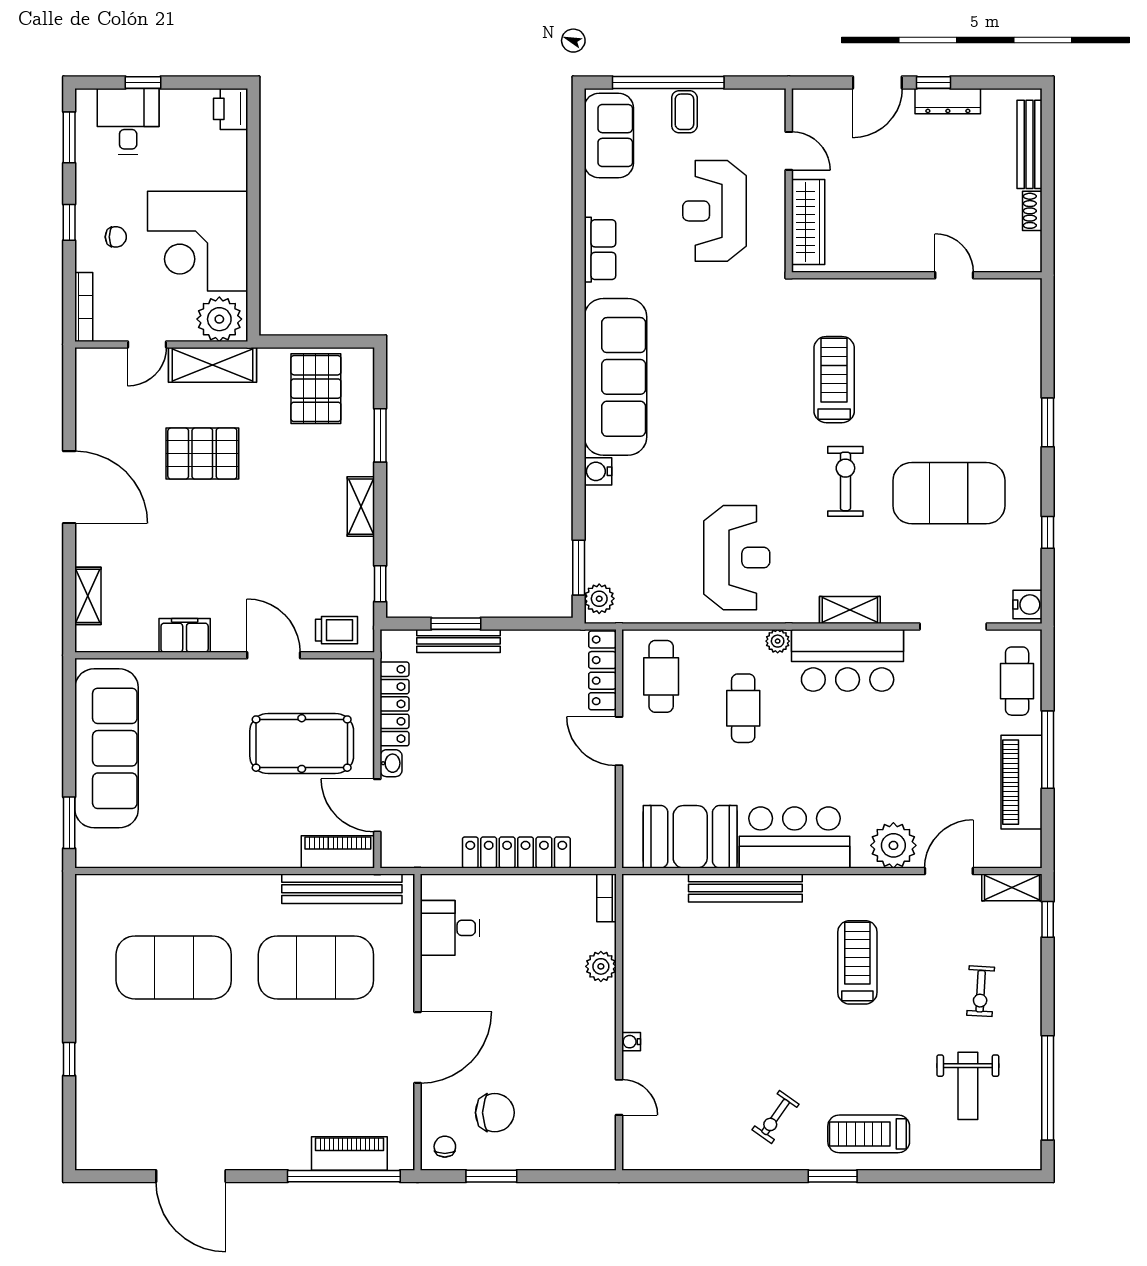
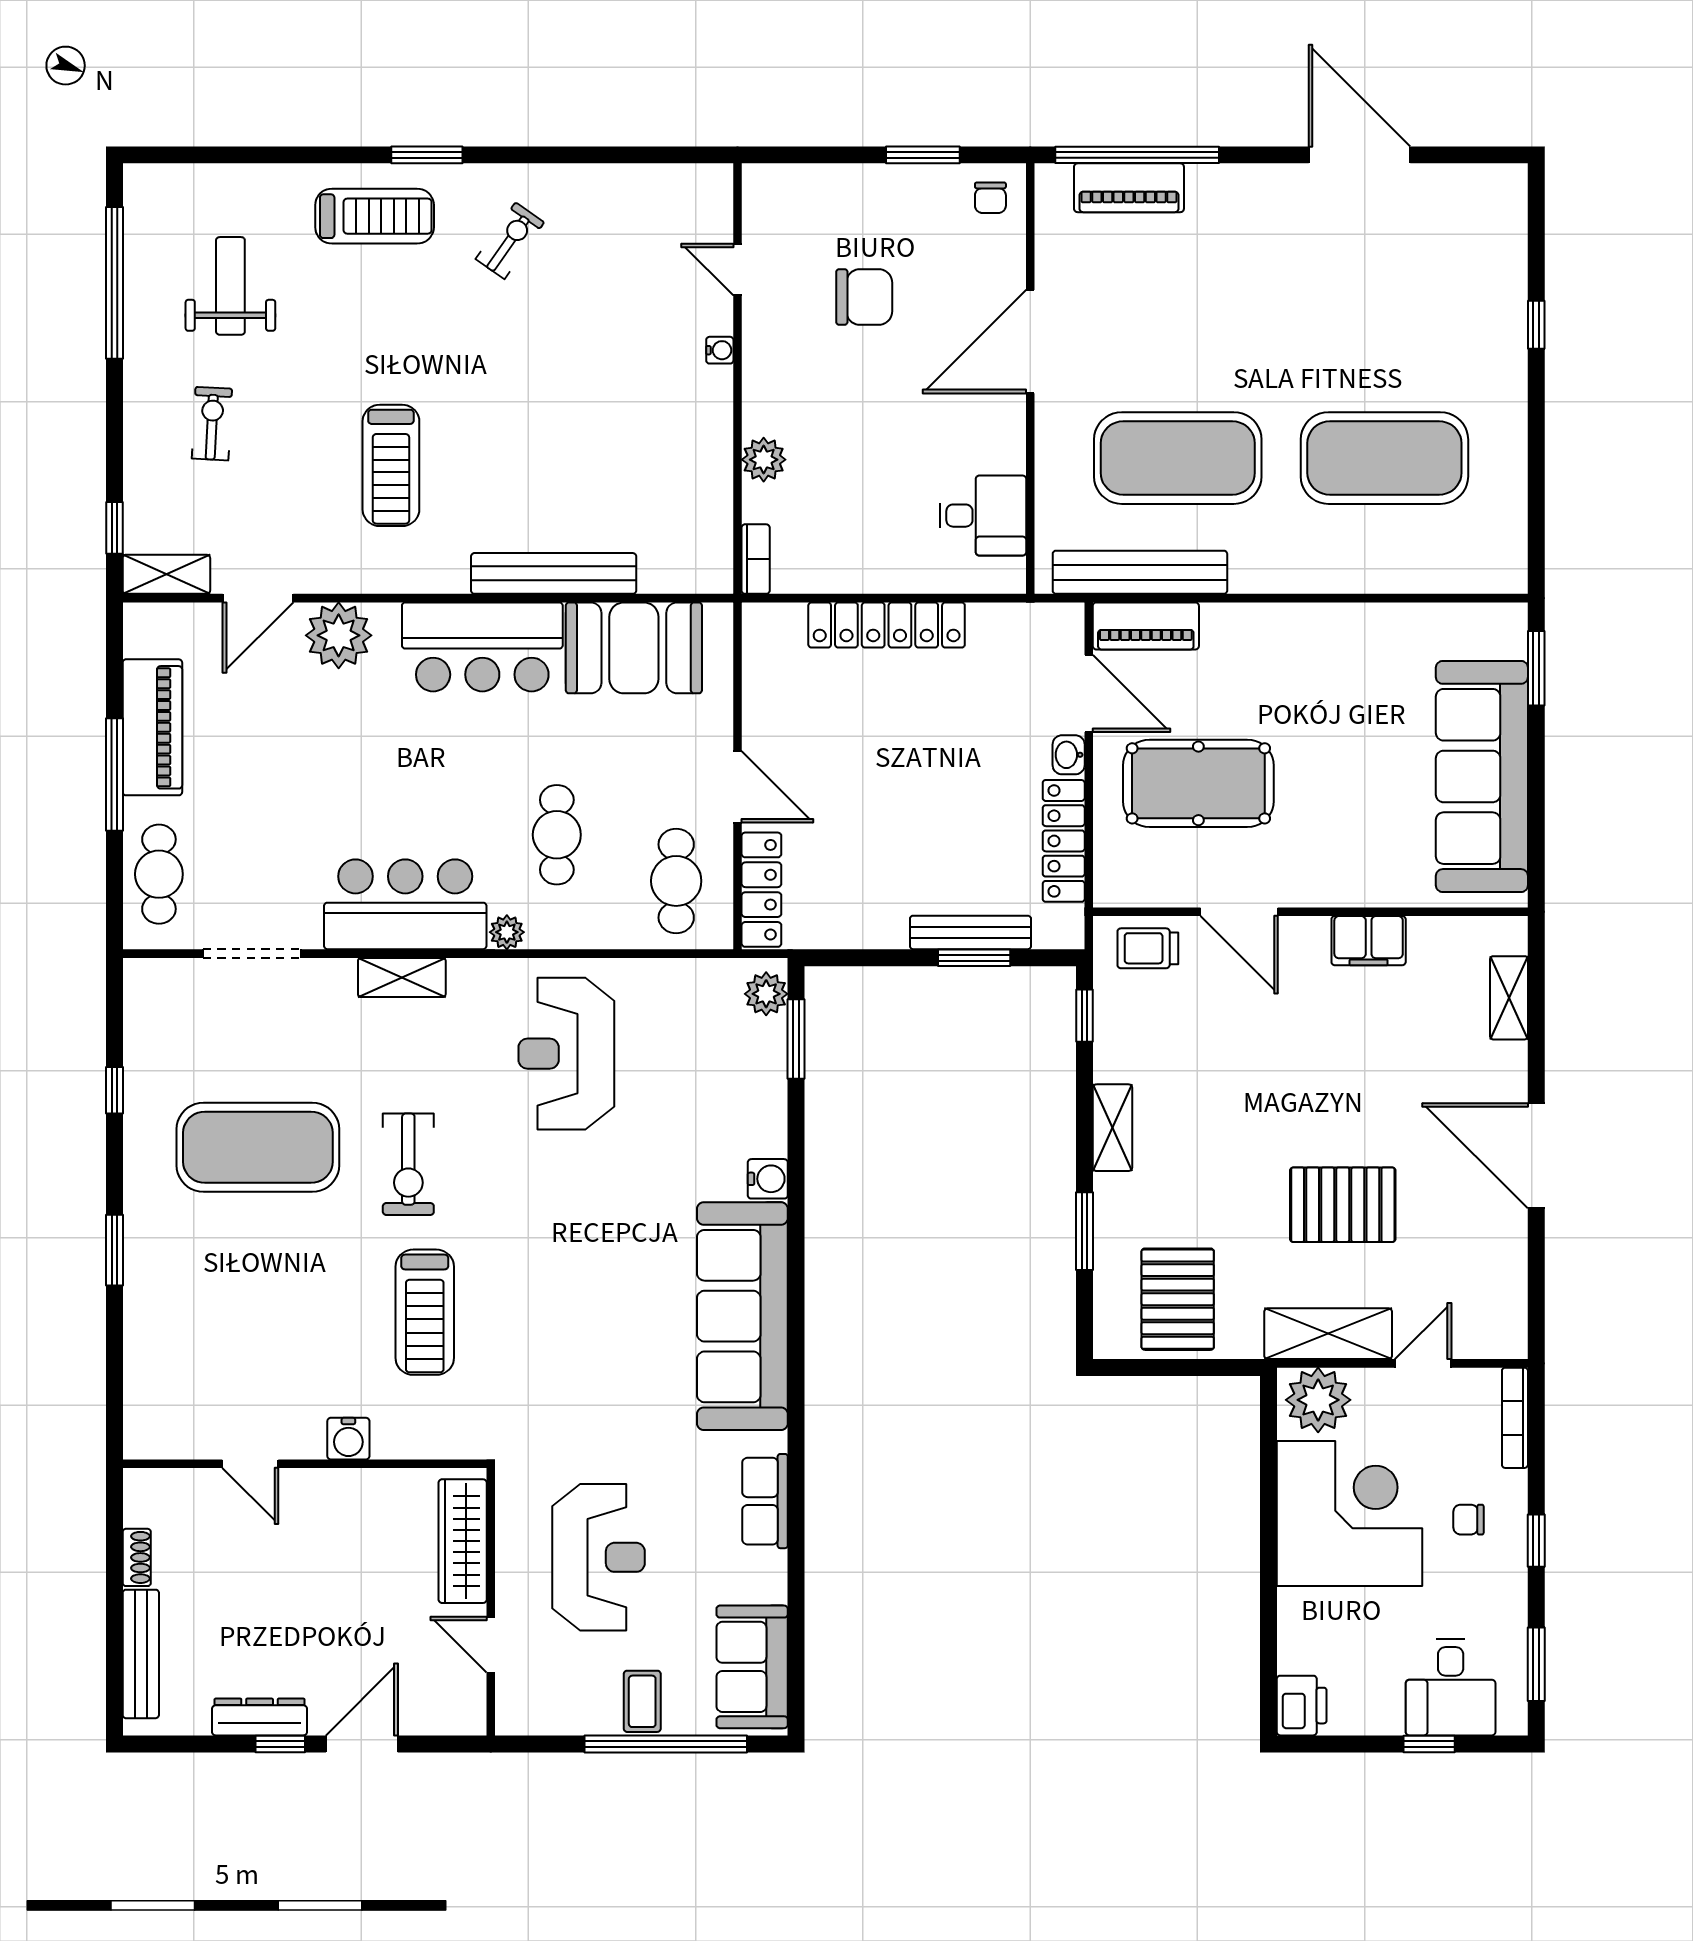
water cooler: (1028, 605) -> (348, 1439), moved, turned -90
chair: (495, 1113) -> (864, 297), moved, turned 180

